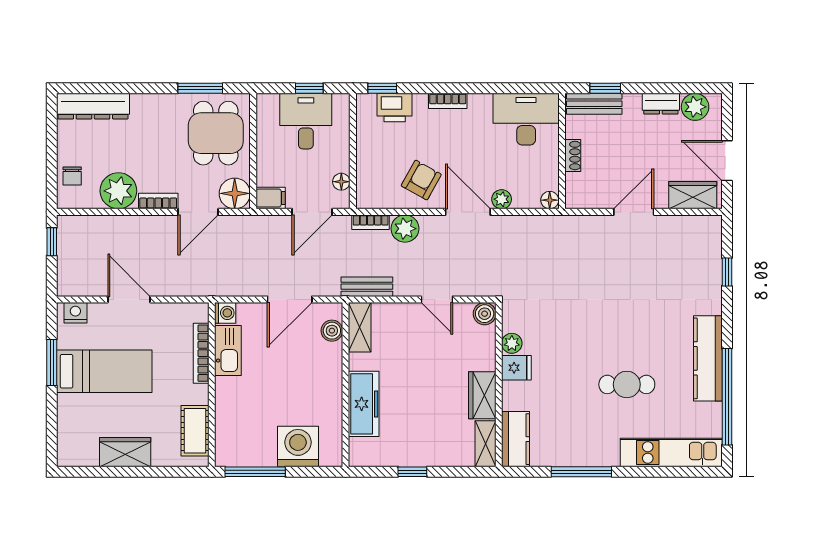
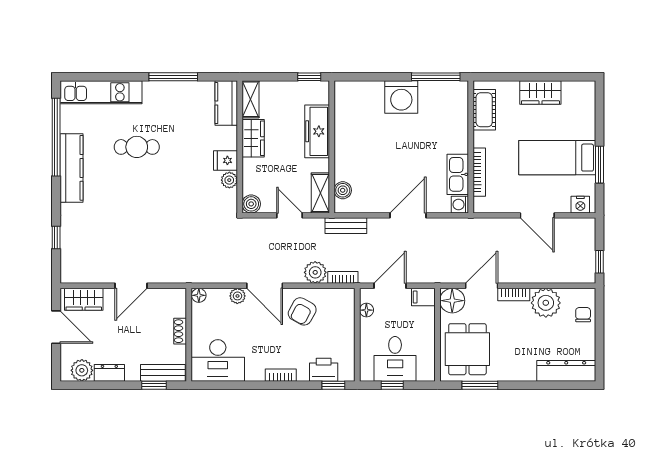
shelving: (360, 327) -> (320, 193), moved
boiler: (332, 331) -> (343, 190), moved
wall: (346, 385) -> (332, 147), moved
freezer: (364, 404) -> (317, 131), moved

